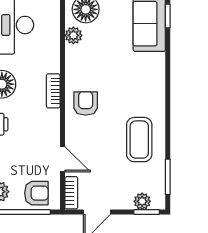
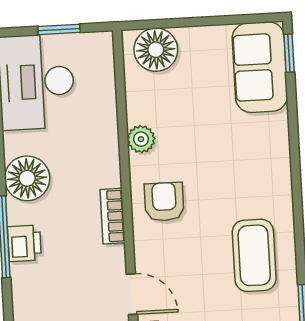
plant: (73, 35) -> (141, 139), moved
bookcase: (53, 91) -> (113, 216), moved

